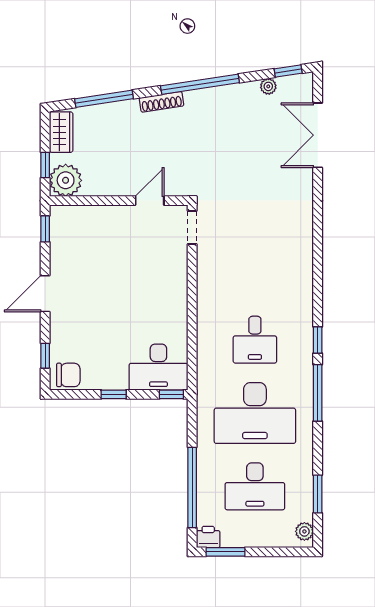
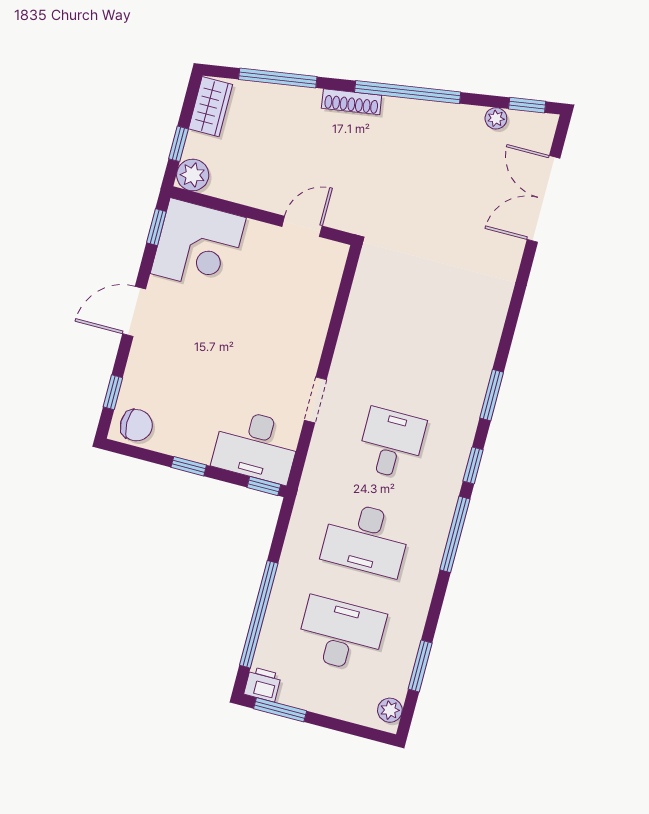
plant: (66, 180) -> (193, 175), width x0.73, depth x0.73
doorway: (192, 227) -> (315, 400), moved
corner desk: (79, 234) -> (198, 246), added
window: (318, 286) -> (492, 395), added
desk: (255, 340) -> (391, 443), turned 180
desk: (255, 413) -> (366, 539), width x0.73, depth x0.77
desk: (255, 486) -> (341, 634), turned 180

